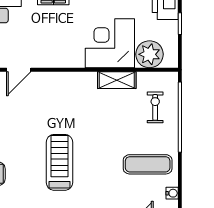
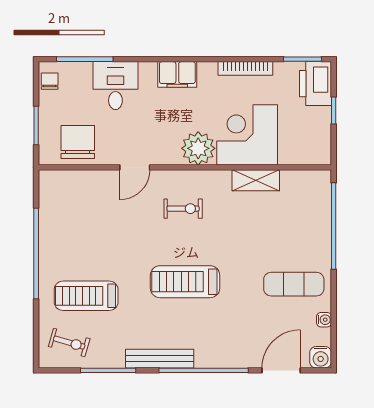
plant: (150, 54) -> (198, 148), moved
exercise bike: (155, 107) -> (183, 209), moved, turned 90
treadmill: (59, 162) -> (185, 282), turned -90

